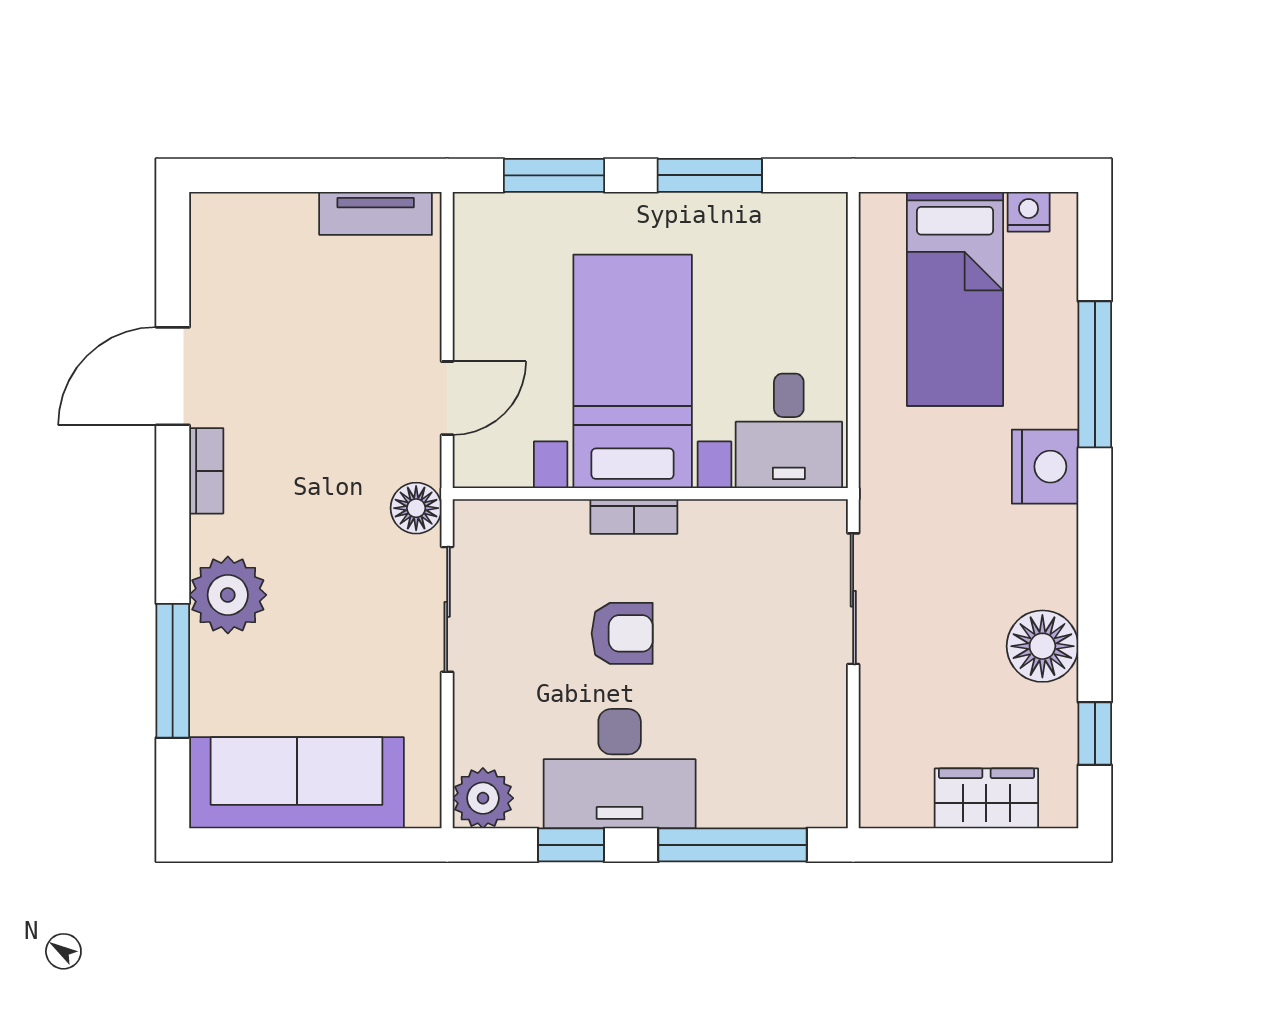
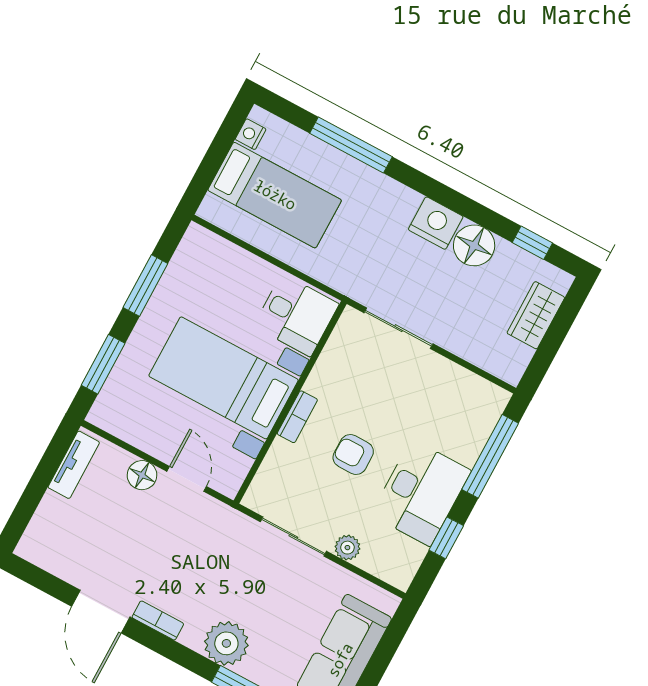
nightstand: (1045, 467) -> (436, 223), moved
floor lamp: (416, 508) -> (142, 475), moved
armchair: (622, 633) -> (353, 454), turned -90
plant: (483, 798) -> (347, 548), moved, width x0.73, depth x0.73

